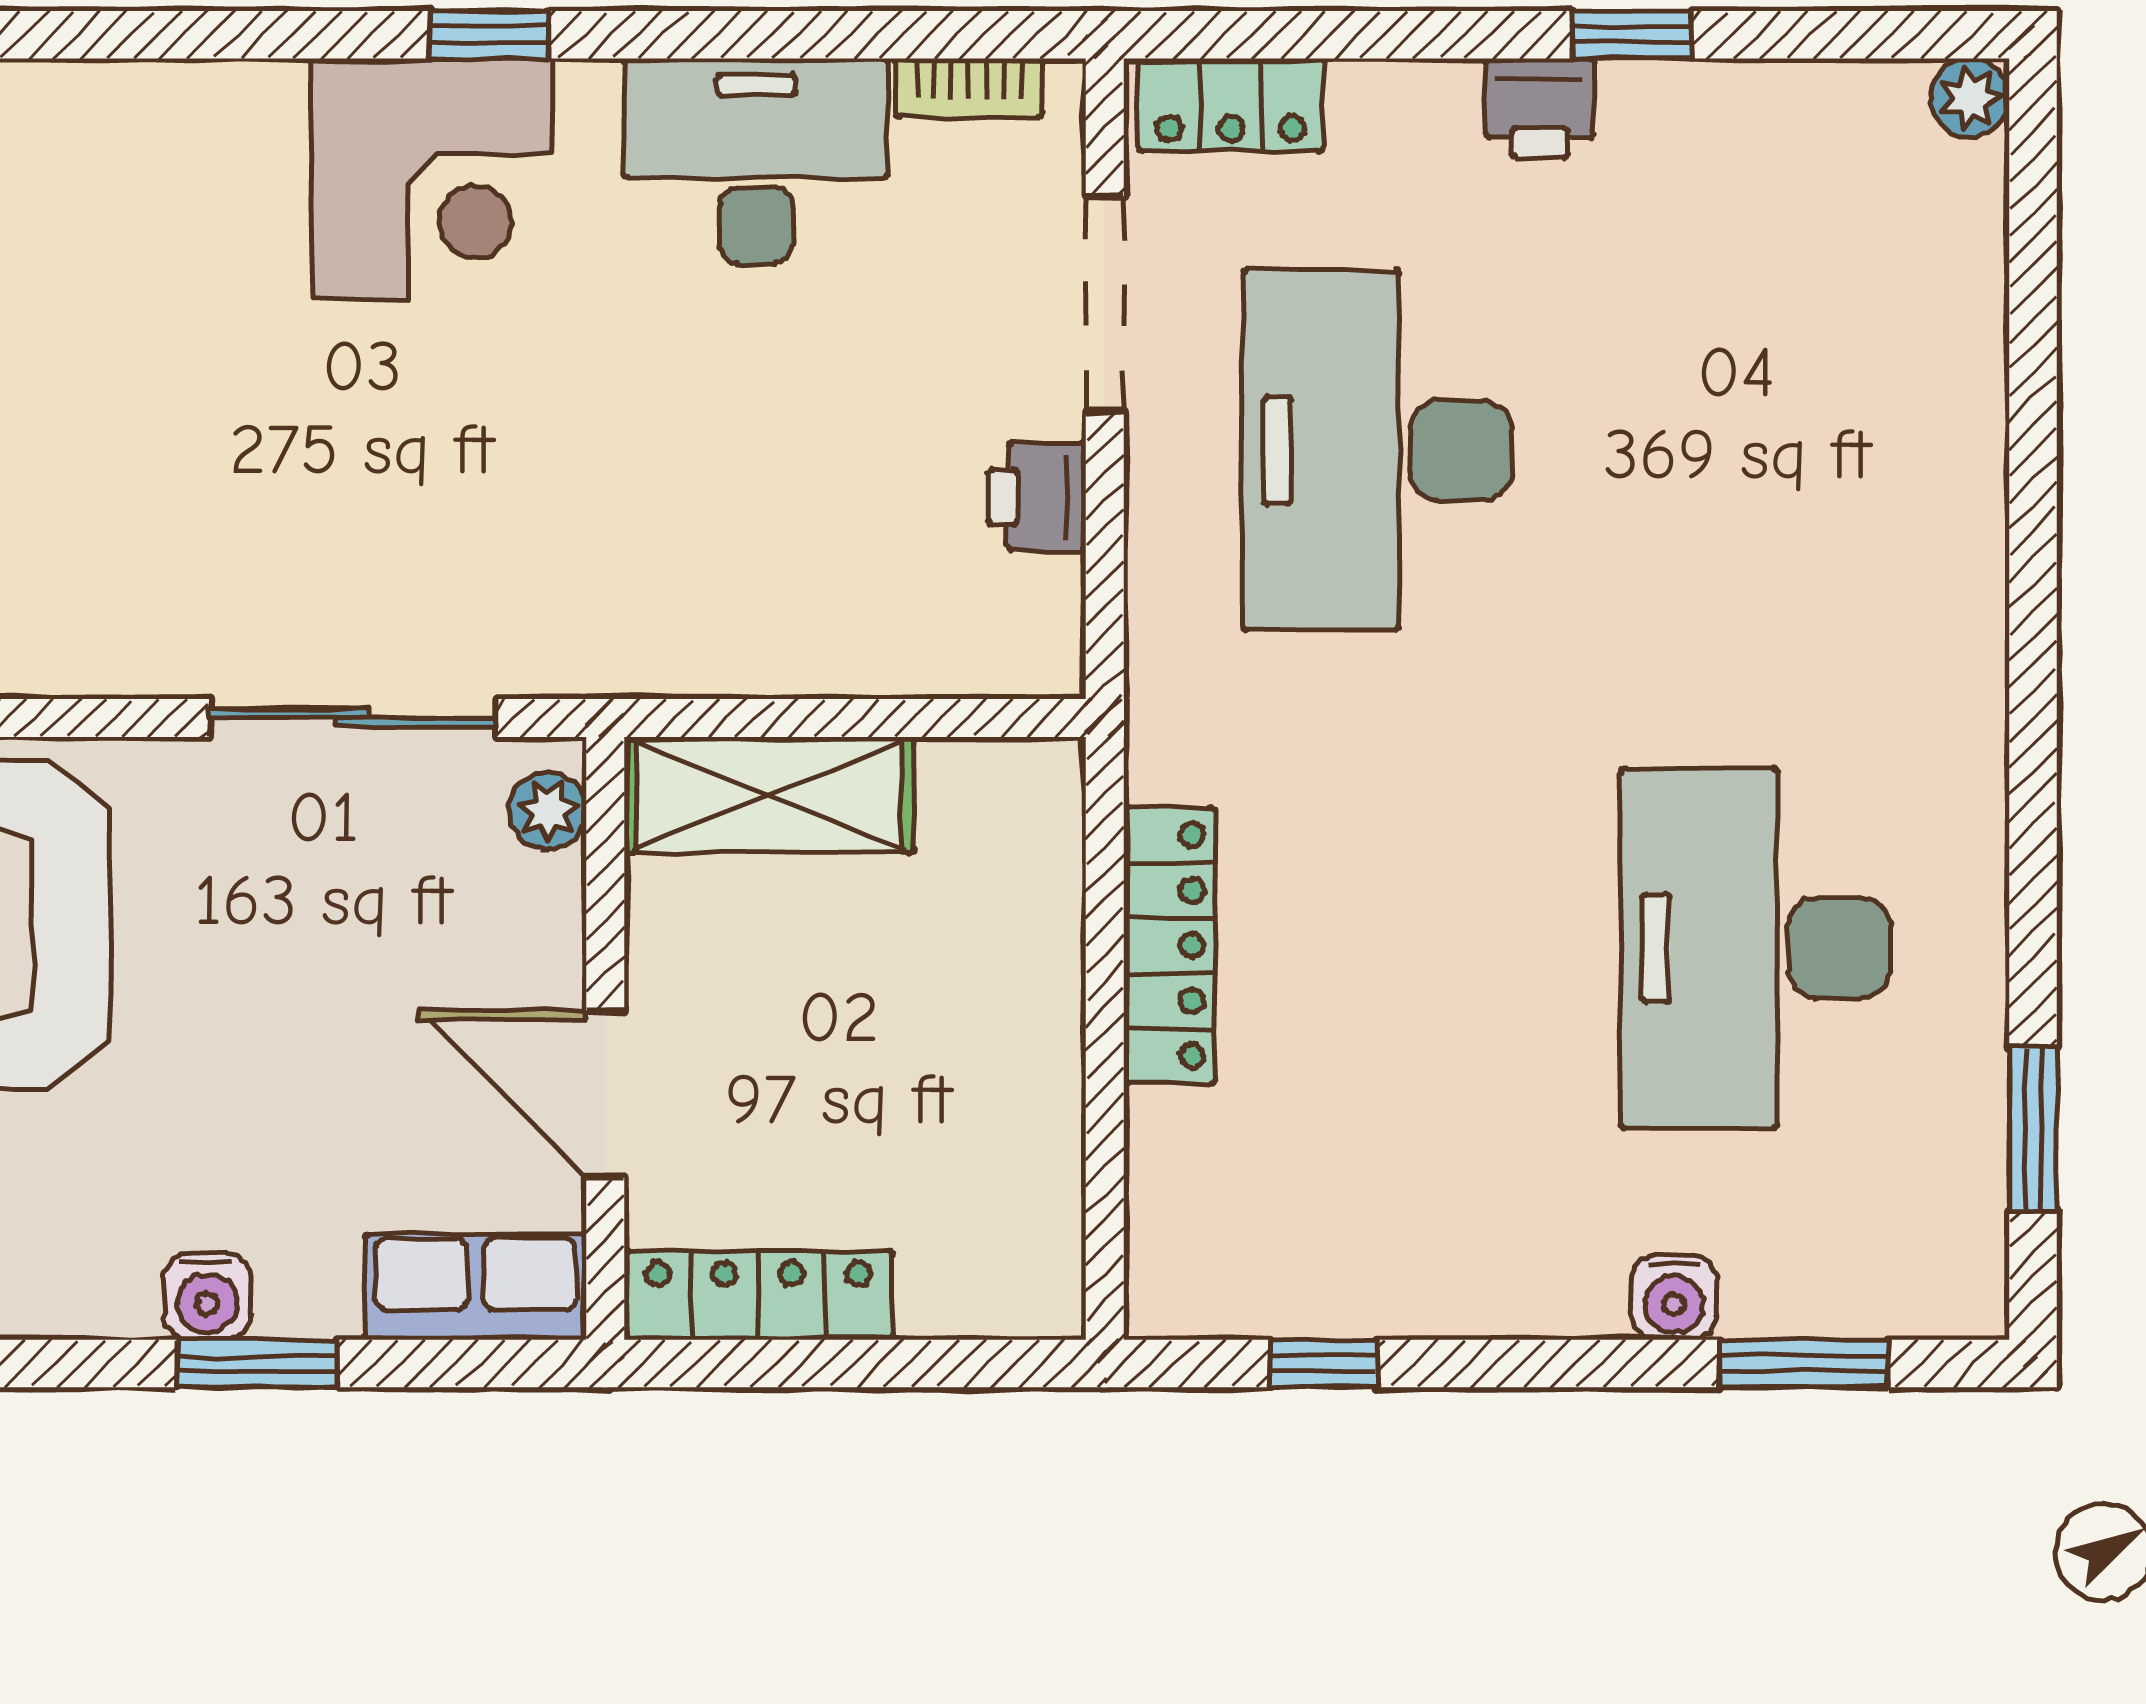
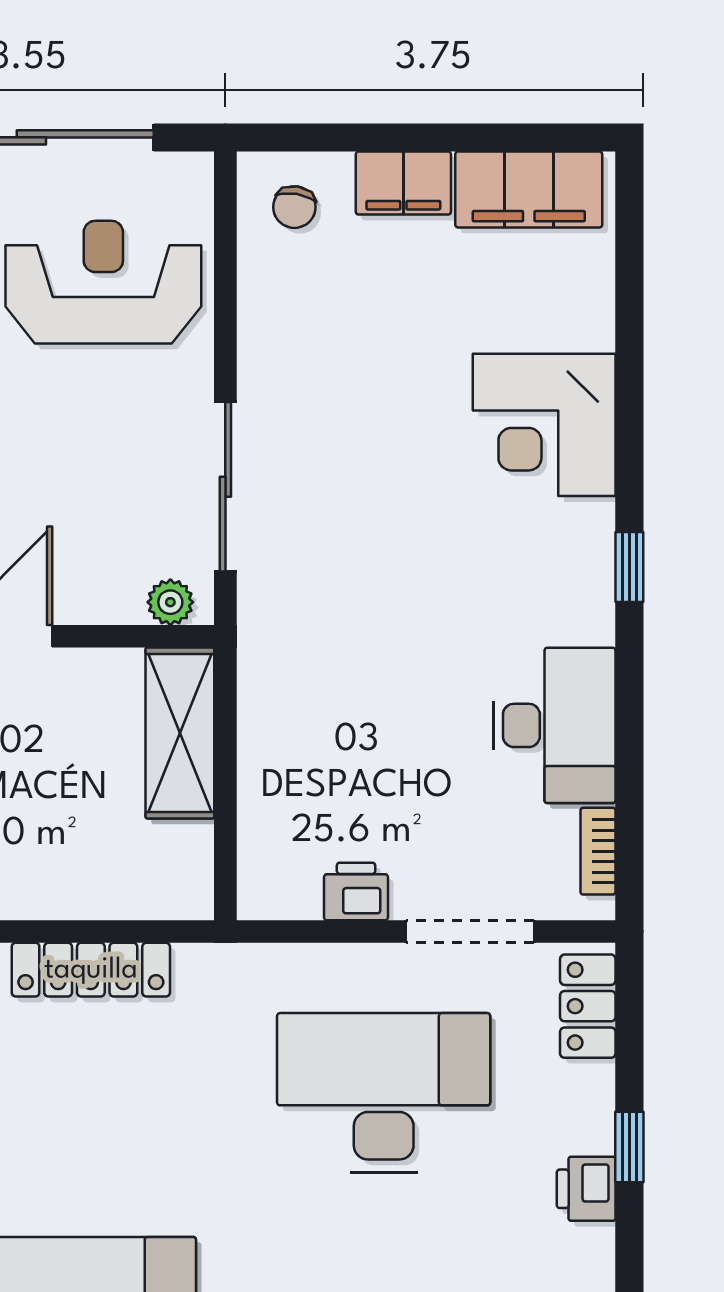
window: (1632, 35) -> (629, 1147), moved
corner desk: (432, 179) -> (544, 425), moved

